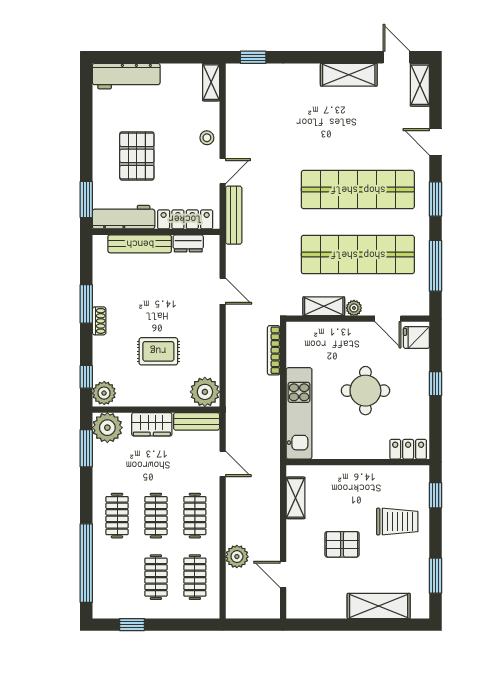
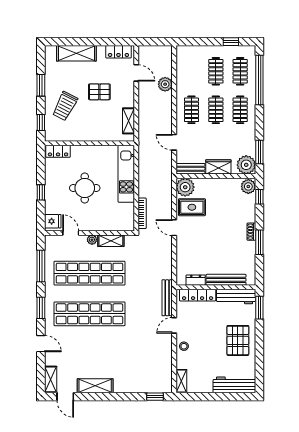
pallet: (137, 156) -> (238, 340), moved
door: (223, 291) -> (174, 228), moved
rug: (158, 351) -> (192, 207), moved
trolley: (397, 522) -> (65, 106), turned -63
window: (436, 576) -> (41, 85), moved
clothes rail: (195, 577) -> (240, 71), moved
locker: (312, 608) -> (118, 52), added

